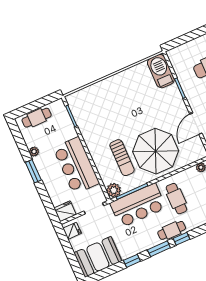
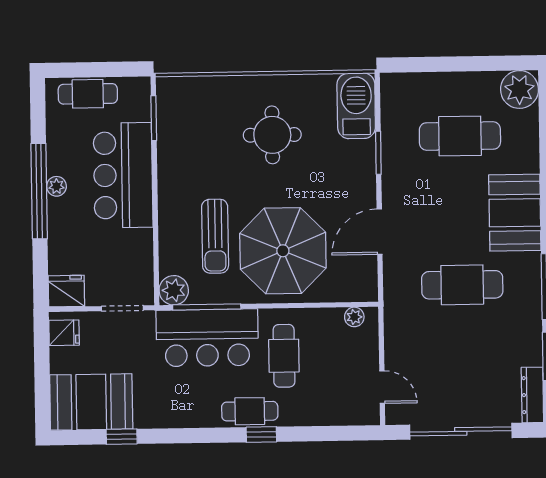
round table: (128, 101) -> (272, 135), added
plant: (34, 152) -> (57, 186), moved
bar counter: (76, 166) -> (123, 175), moved
window: (33, 171) -> (39, 191), width x2.11
window: (159, 249) -> (212, 435), removed
window: (132, 261) -> (122, 437), moved

